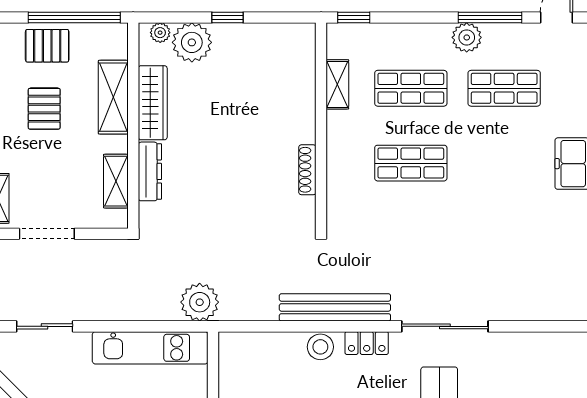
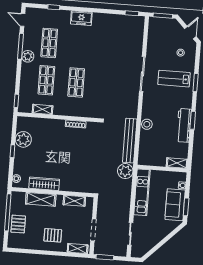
plant: (192, 42) -> (23, 139), moved
pallet: (44, 109) -> (53, 235), moved
dresser: (150, 171) -> (72, 187), removed
bench: (335, 307) -> (130, 141), moved
locker: (367, 343) -> (147, 106), removed

